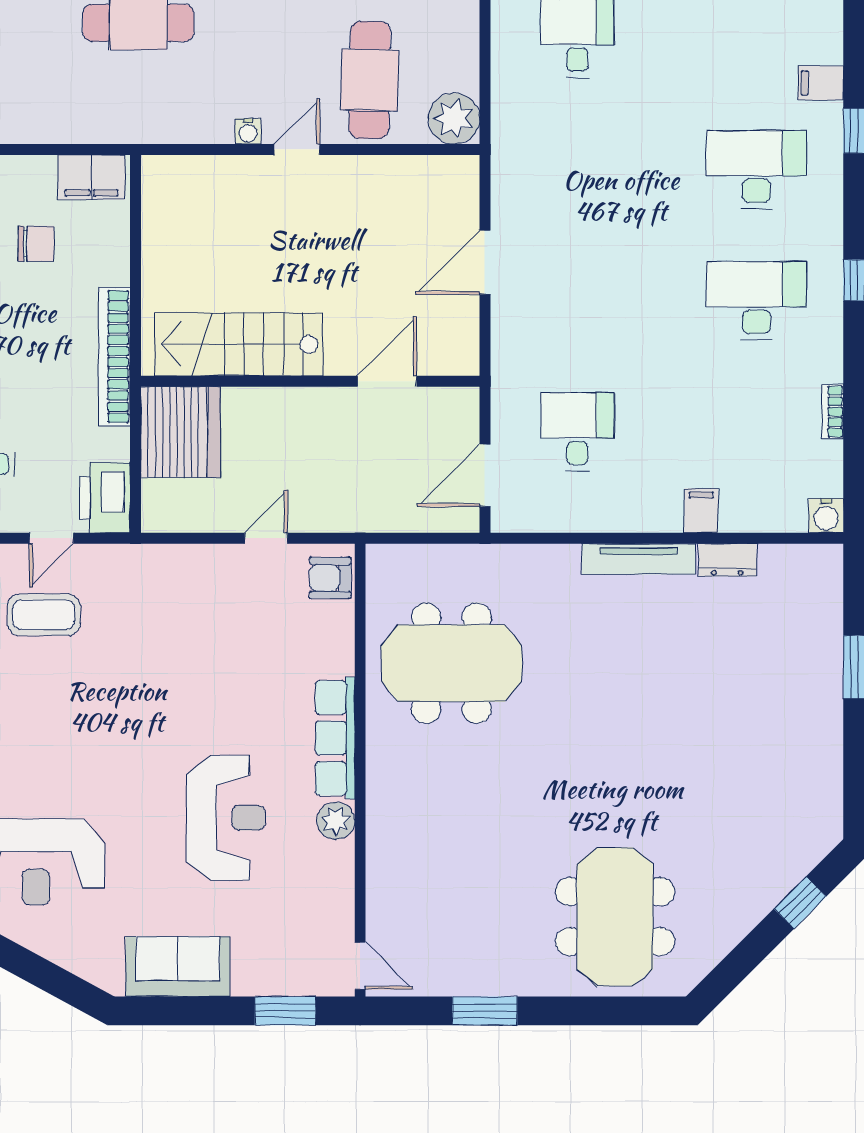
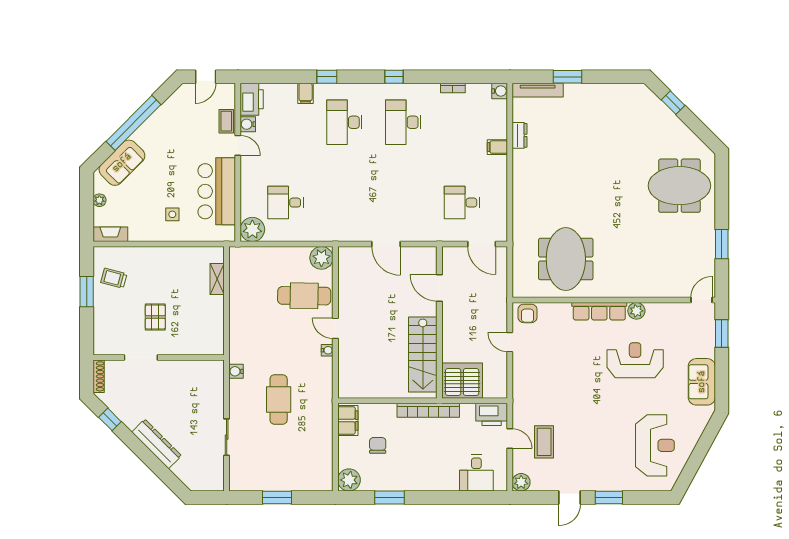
tv unit: (639, 559) -> (538, 90), moved, turned 90

